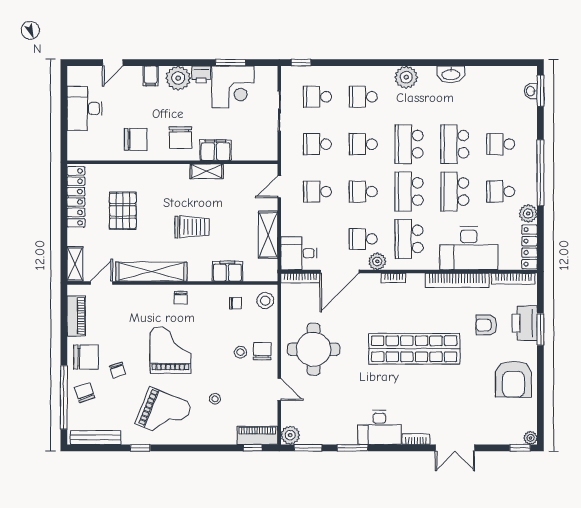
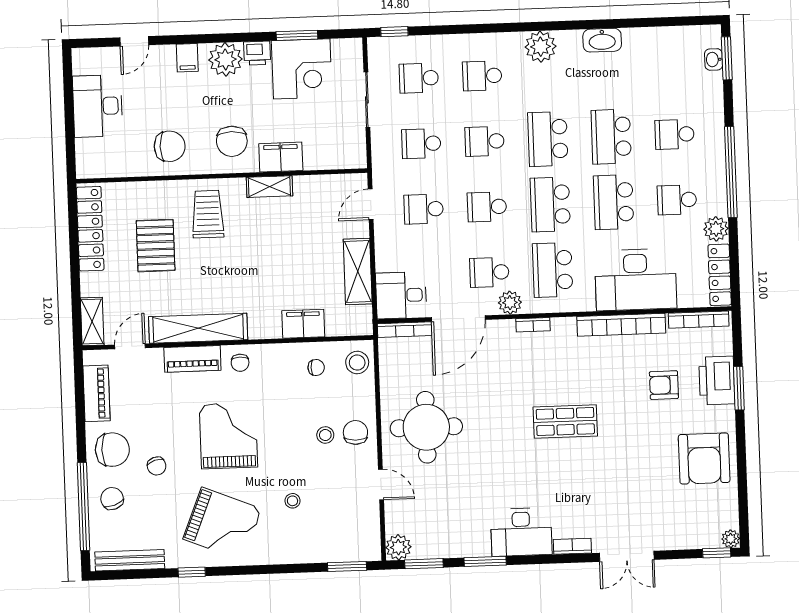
trolley: (192, 227) -> (208, 214), moved, turned -90
shop shelf: (414, 349) -> (565, 422), width x0.50, depth x0.74
piano: (257, 435) -> (192, 359), moved, turned 180
window: (253, 448) -> (347, 567), width x1.50

